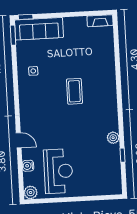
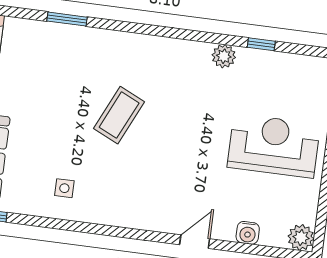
window: (117, 57) -> (67, 19), added
coffee table: (74, 91) -> (119, 115), turned -65
reception desk: (58, 171) -> (274, 146), moved

